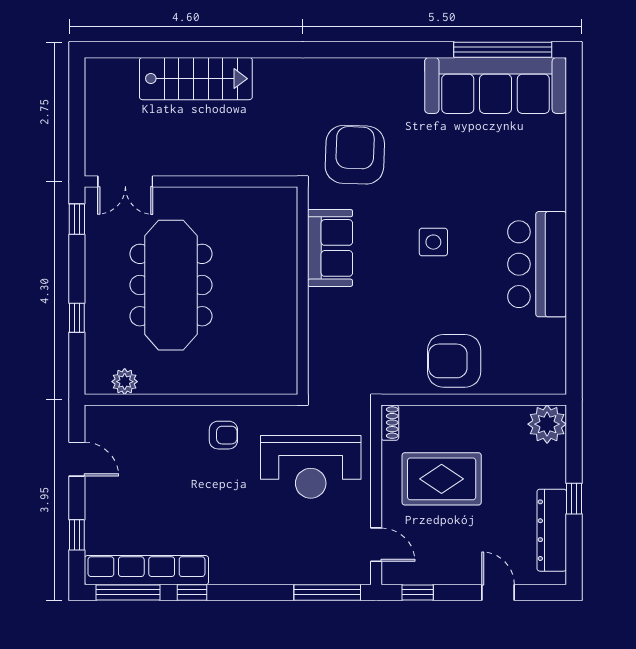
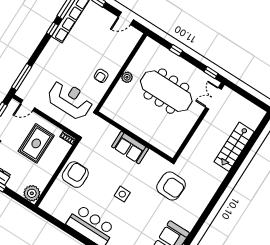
sofa: (330, 248) -> (130, 148), moved
plant: (125, 382) -> (127, 77), moved
reception desk: (311, 467) -> (70, 100), turned 90

